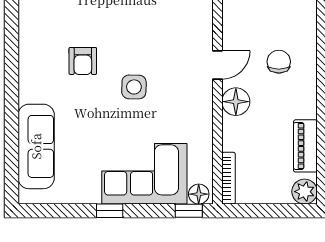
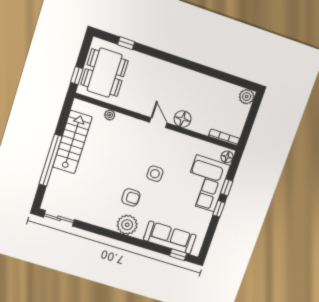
chair: (279, 62) -> (168, 87), removed
plant: (36, 70) -> (127, 225), added
piano: (305, 146) -> (221, 87), removed
window: (11, 170) -> (178, 255), added
window: (189, 211) -> (227, 187), moved

